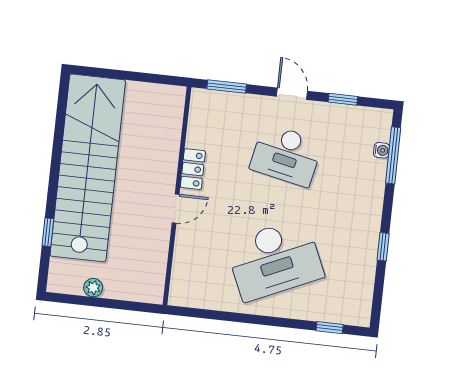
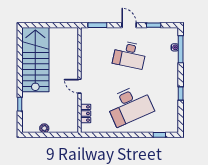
stairs: (88, 168) -> (35, 60), width x0.73
locker: (193, 169) -> (86, 113), moved
door: (176, 209) -> (80, 86), swing flipped

